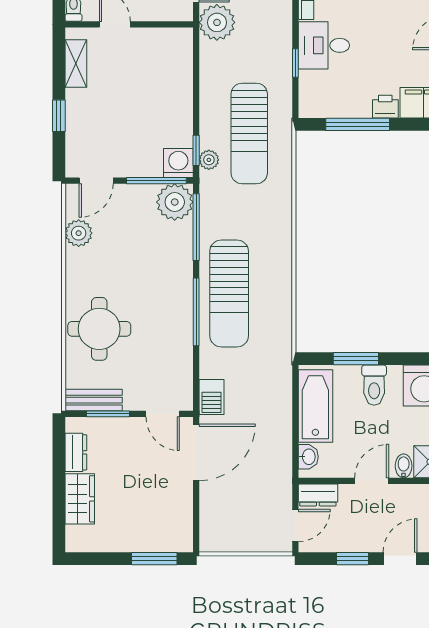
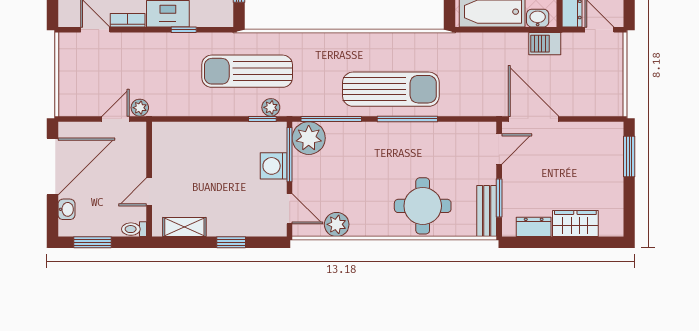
plant: (217, 22) -> (140, 108), width x0.53, depth x0.53
sun lounger: (249, 133) -> (247, 71), turned 180
washing machine: (178, 163) -> (274, 166), moved
barbecue: (211, 397) -> (545, 44), moved, turned 180

